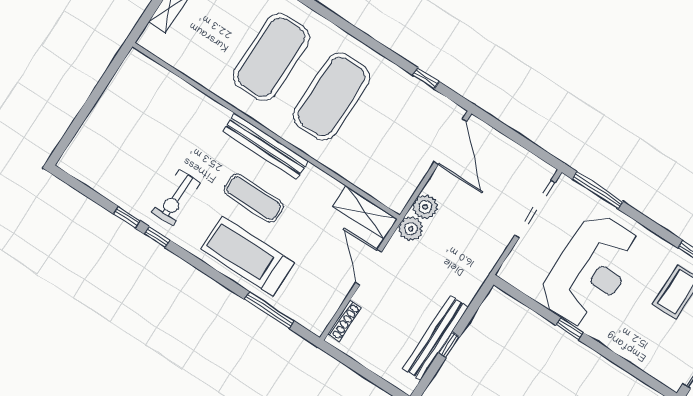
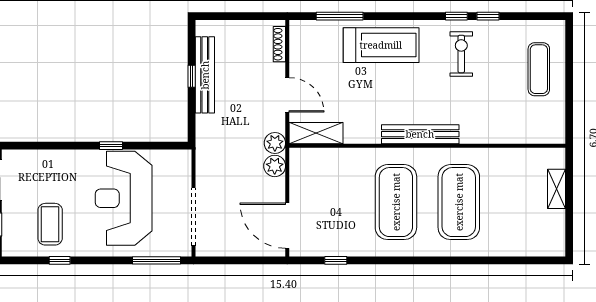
exercise mat: (254, 198) -> (539, 69), moved, turned 90

